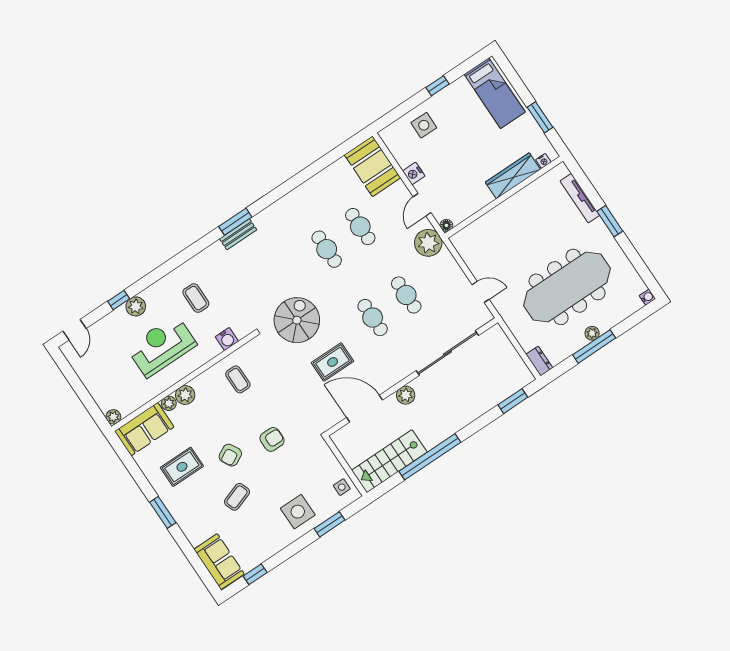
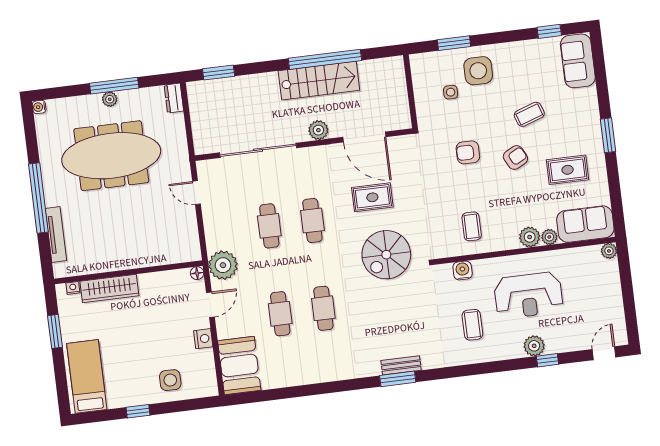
window: (610, 221) -> (38, 198), width x2.11
stairs: (389, 461) -> (319, 81), moved
side table: (342, 487) -> (451, 92), moved

